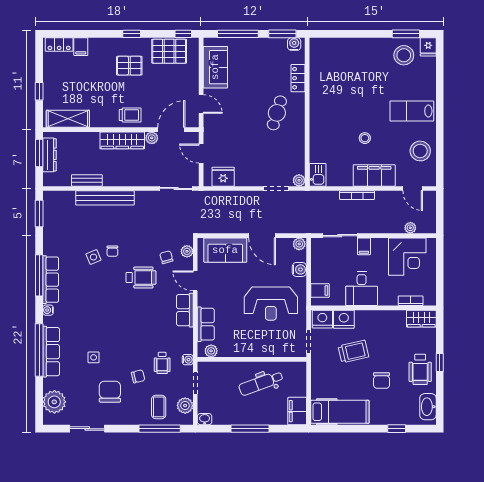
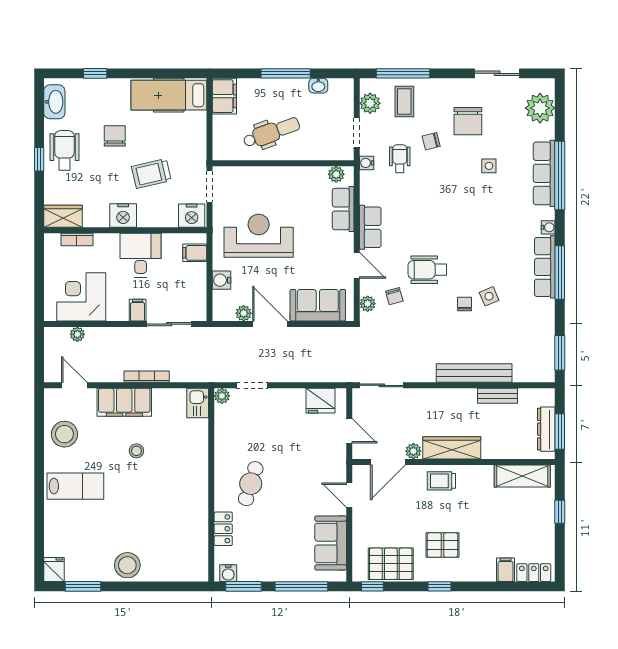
stool: (404, 55) -> (127, 565), moved
plant: (299, 244) -> (244, 313), moved
nightstand: (344, 319) -> (123, 216), moved
washbasin: (205, 419) -> (318, 86), moved

